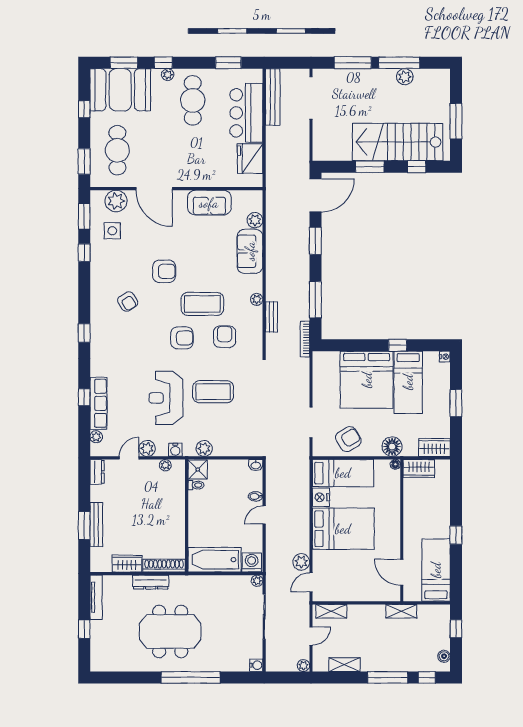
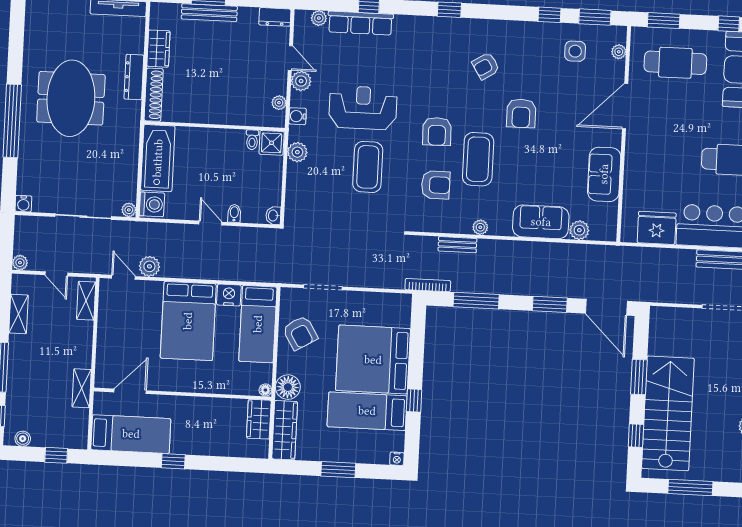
plant: (116, 201) -> (619, 52), width x0.53, depth x0.53
wardrobe: (434, 447) -> (285, 430), width x1.50

